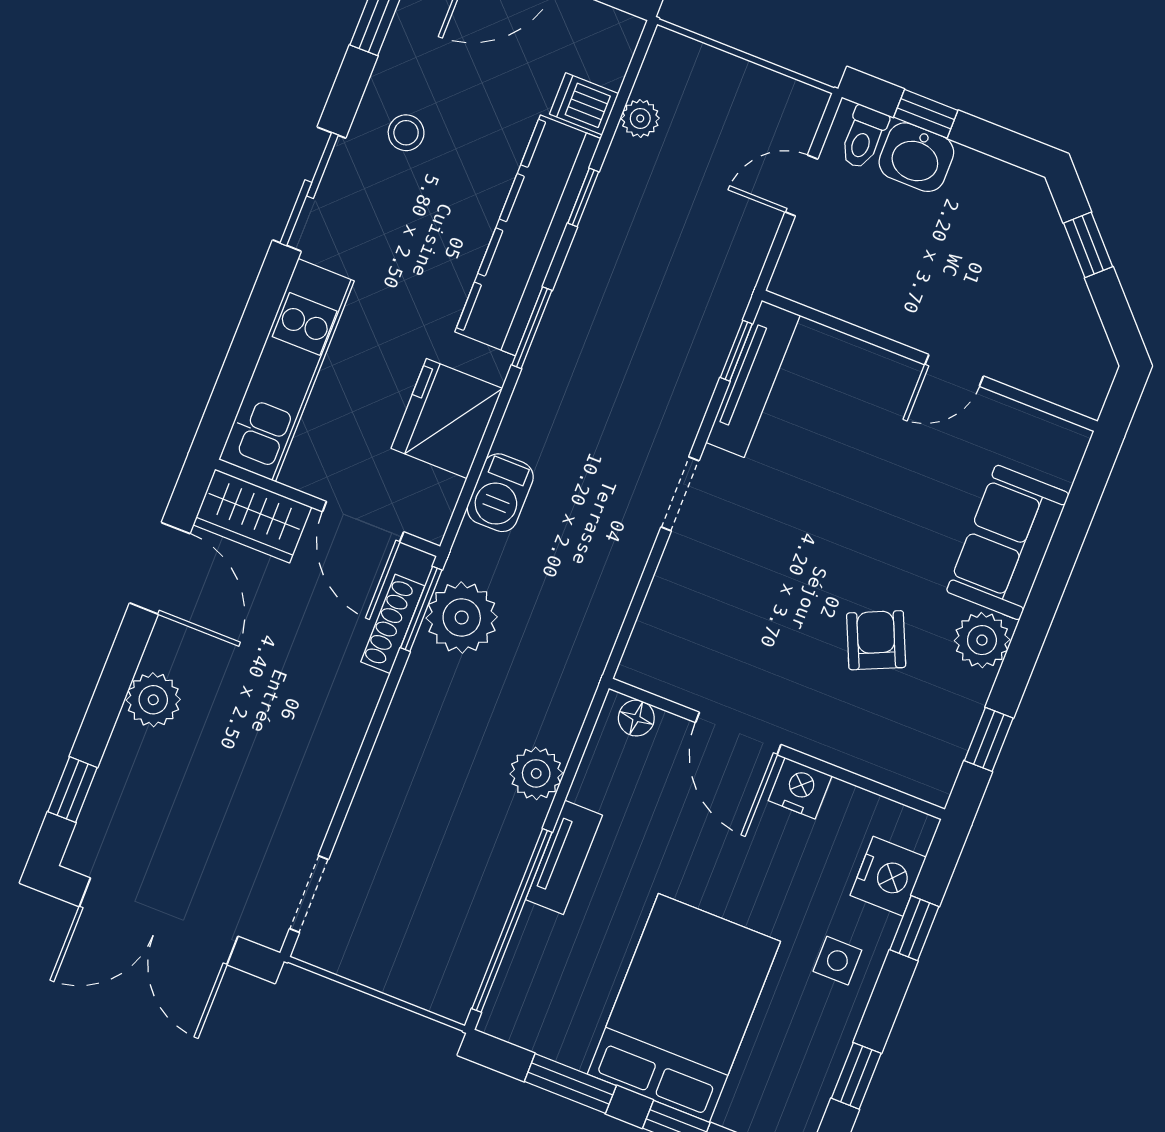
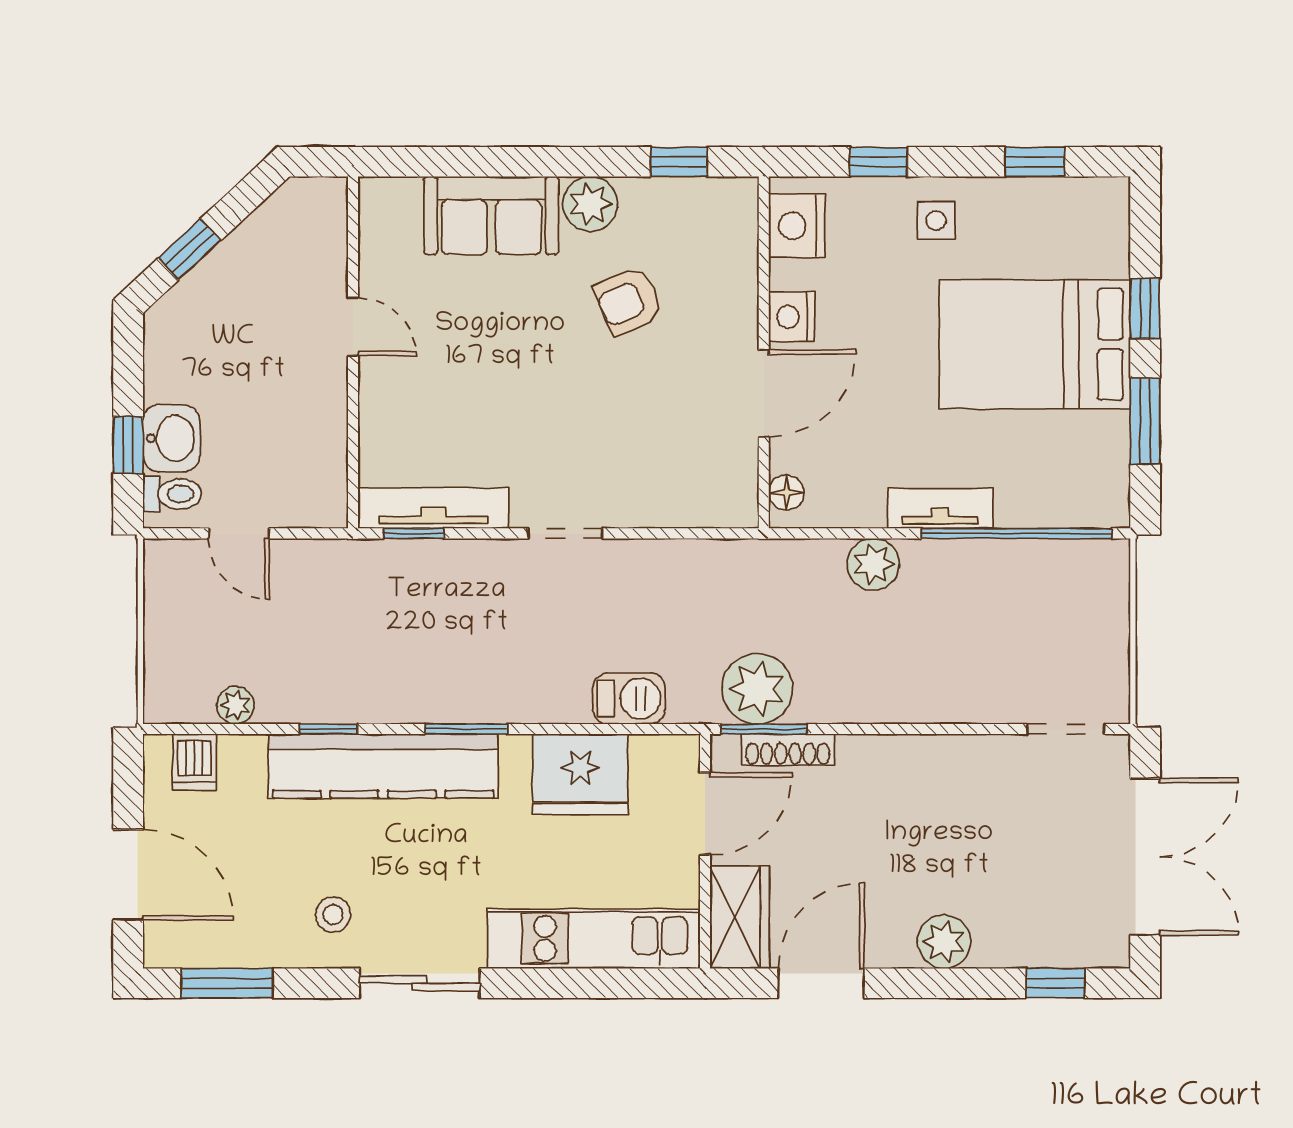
dishwasher: (584, 104) -> (194, 762), moved
nightstand: (888, 876) -> (797, 226), moved, turned -90

